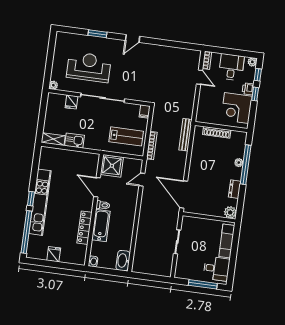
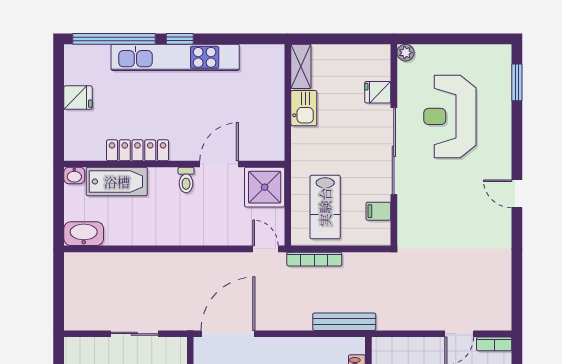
window: (97, 34) -> (517, 82), moved
reception desk: (89, 67) -> (450, 116), turned 180
filing cabinet: (145, 112) -> (378, 211), moved
door: (142, 180) -> (265, 249), moved
bathtub: (101, 225) -> (117, 182), moved

